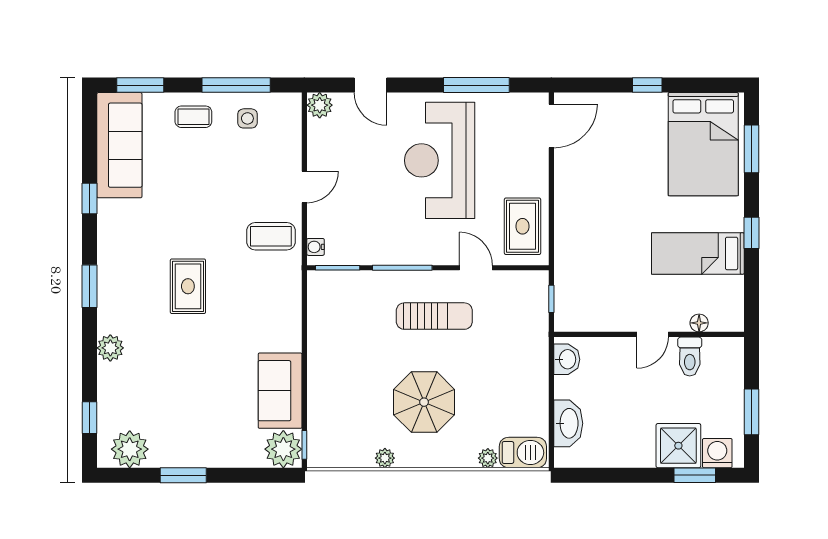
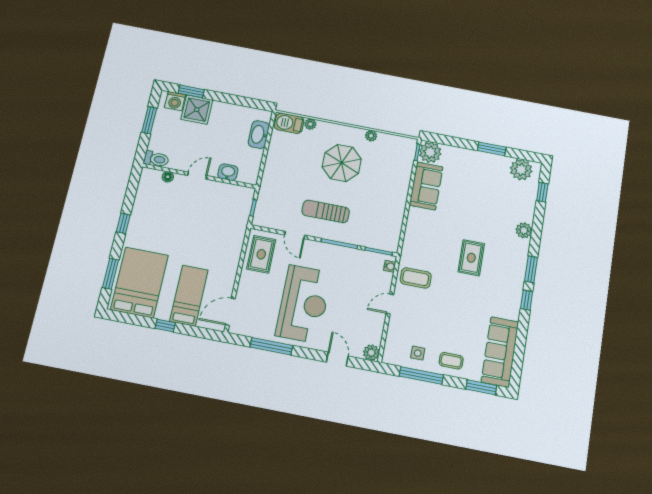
window: (90, 199) -> (527, 300), moved
bed: (698, 253) -> (189, 296), moved, turned -90
toilet: (690, 357) -> (156, 159), moved, turned 90
washbasin: (567, 359) -> (228, 172), moved, turned 90

